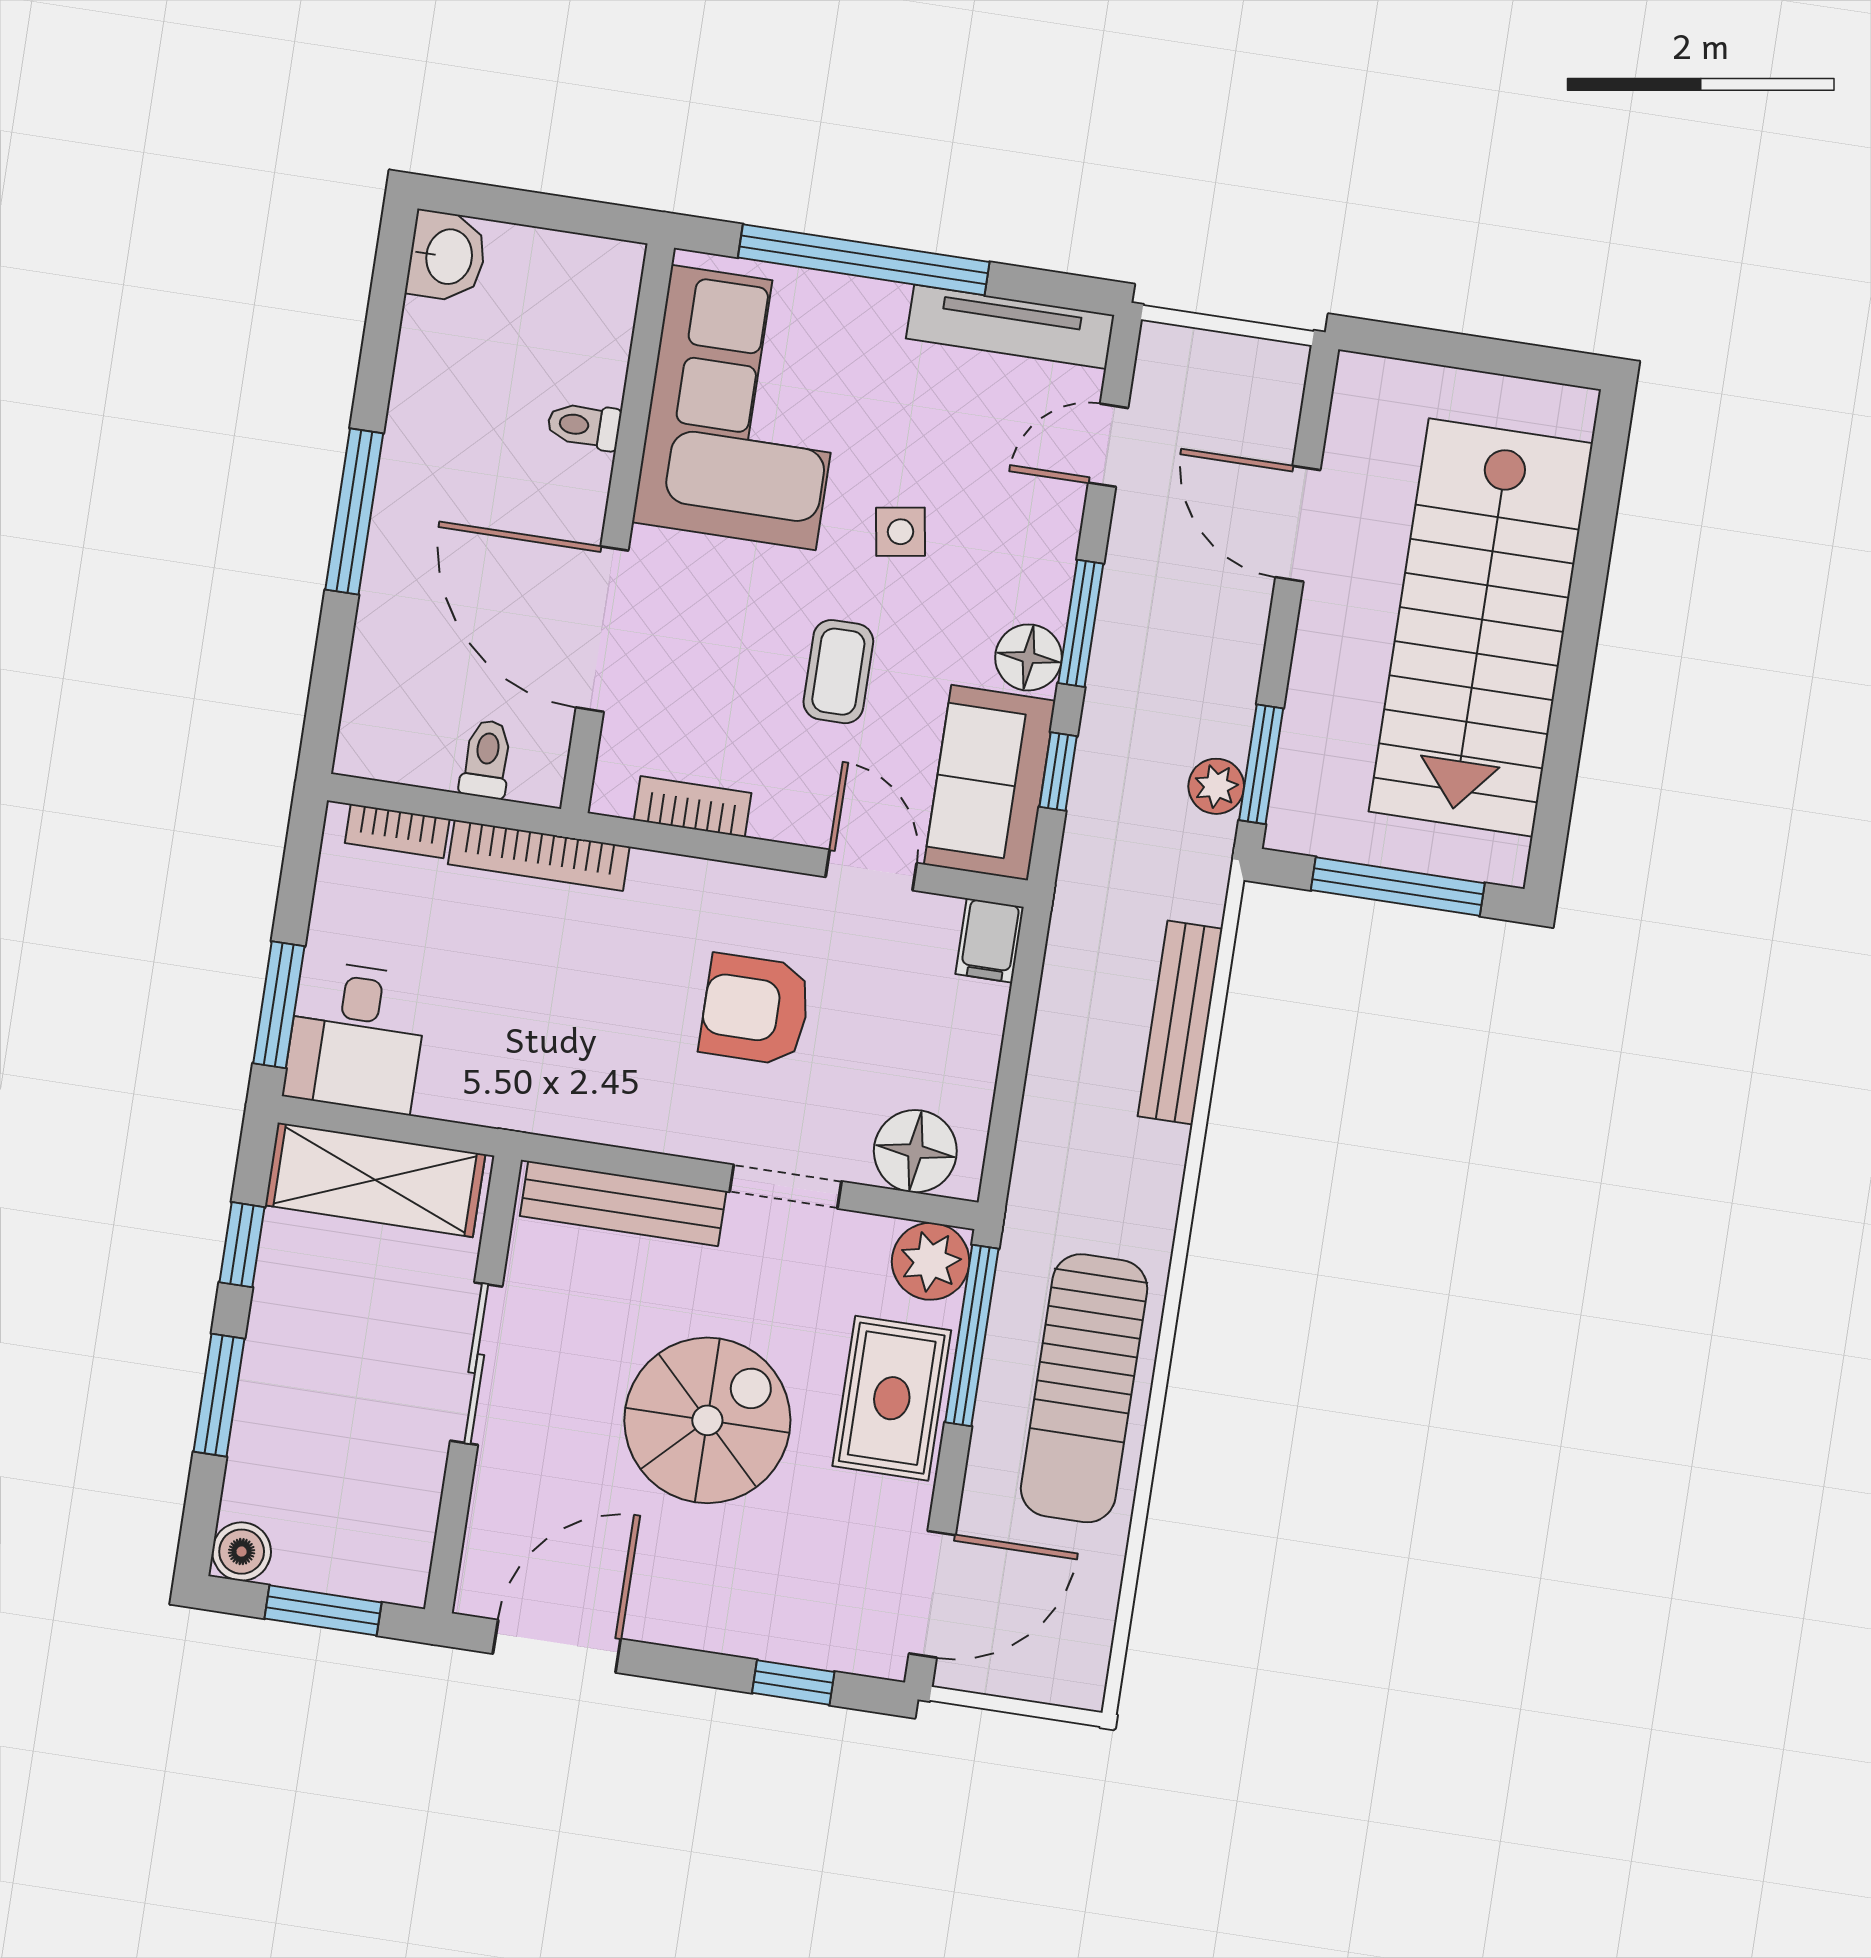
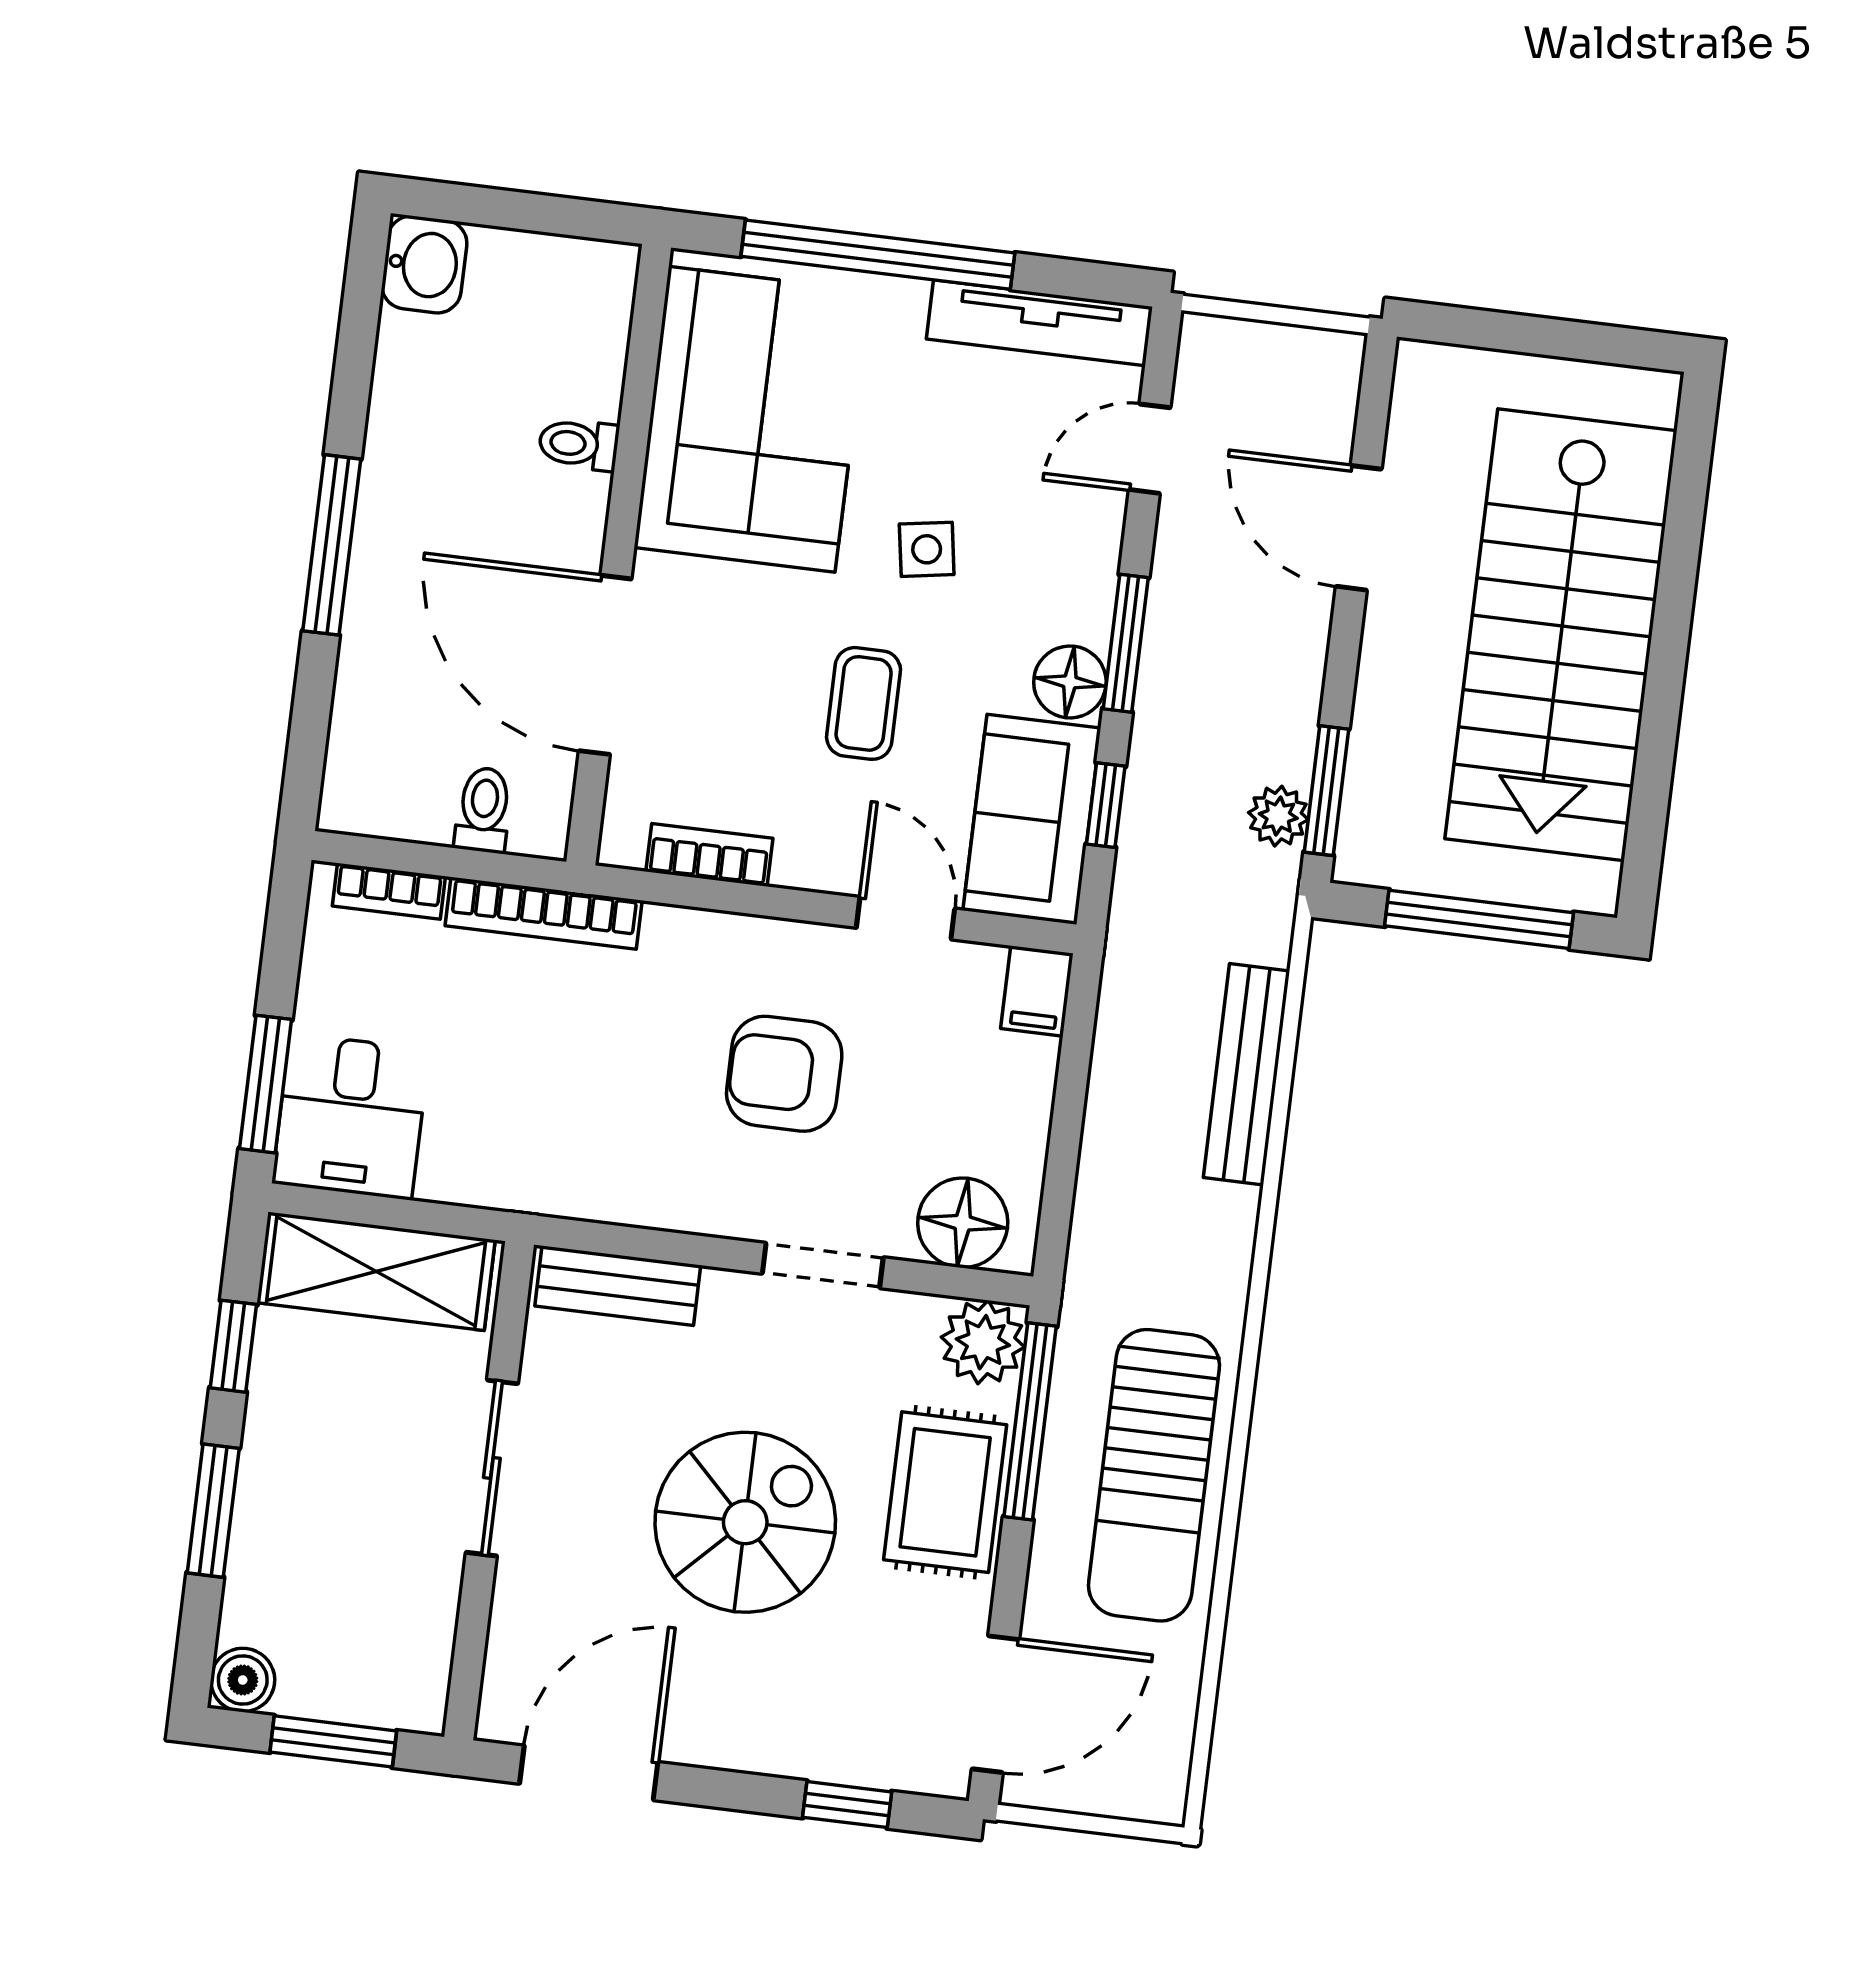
bench: (623, 1204) -> (618, 1286), width x0.73

